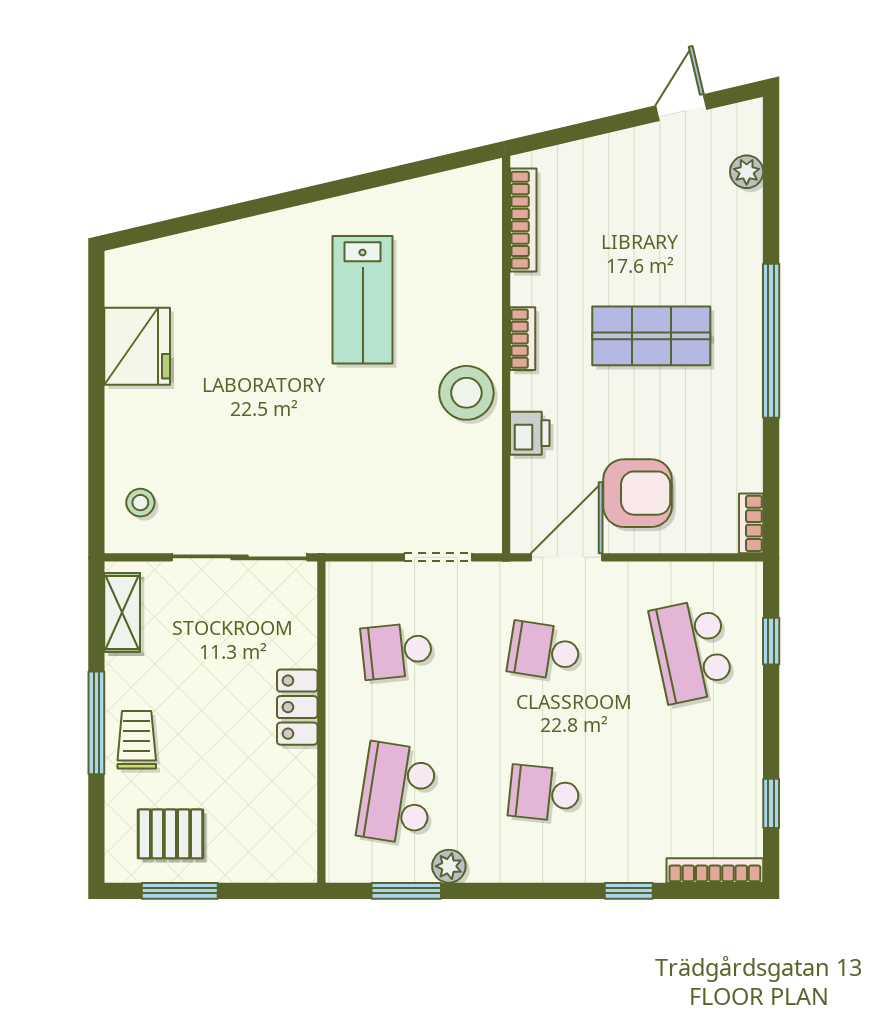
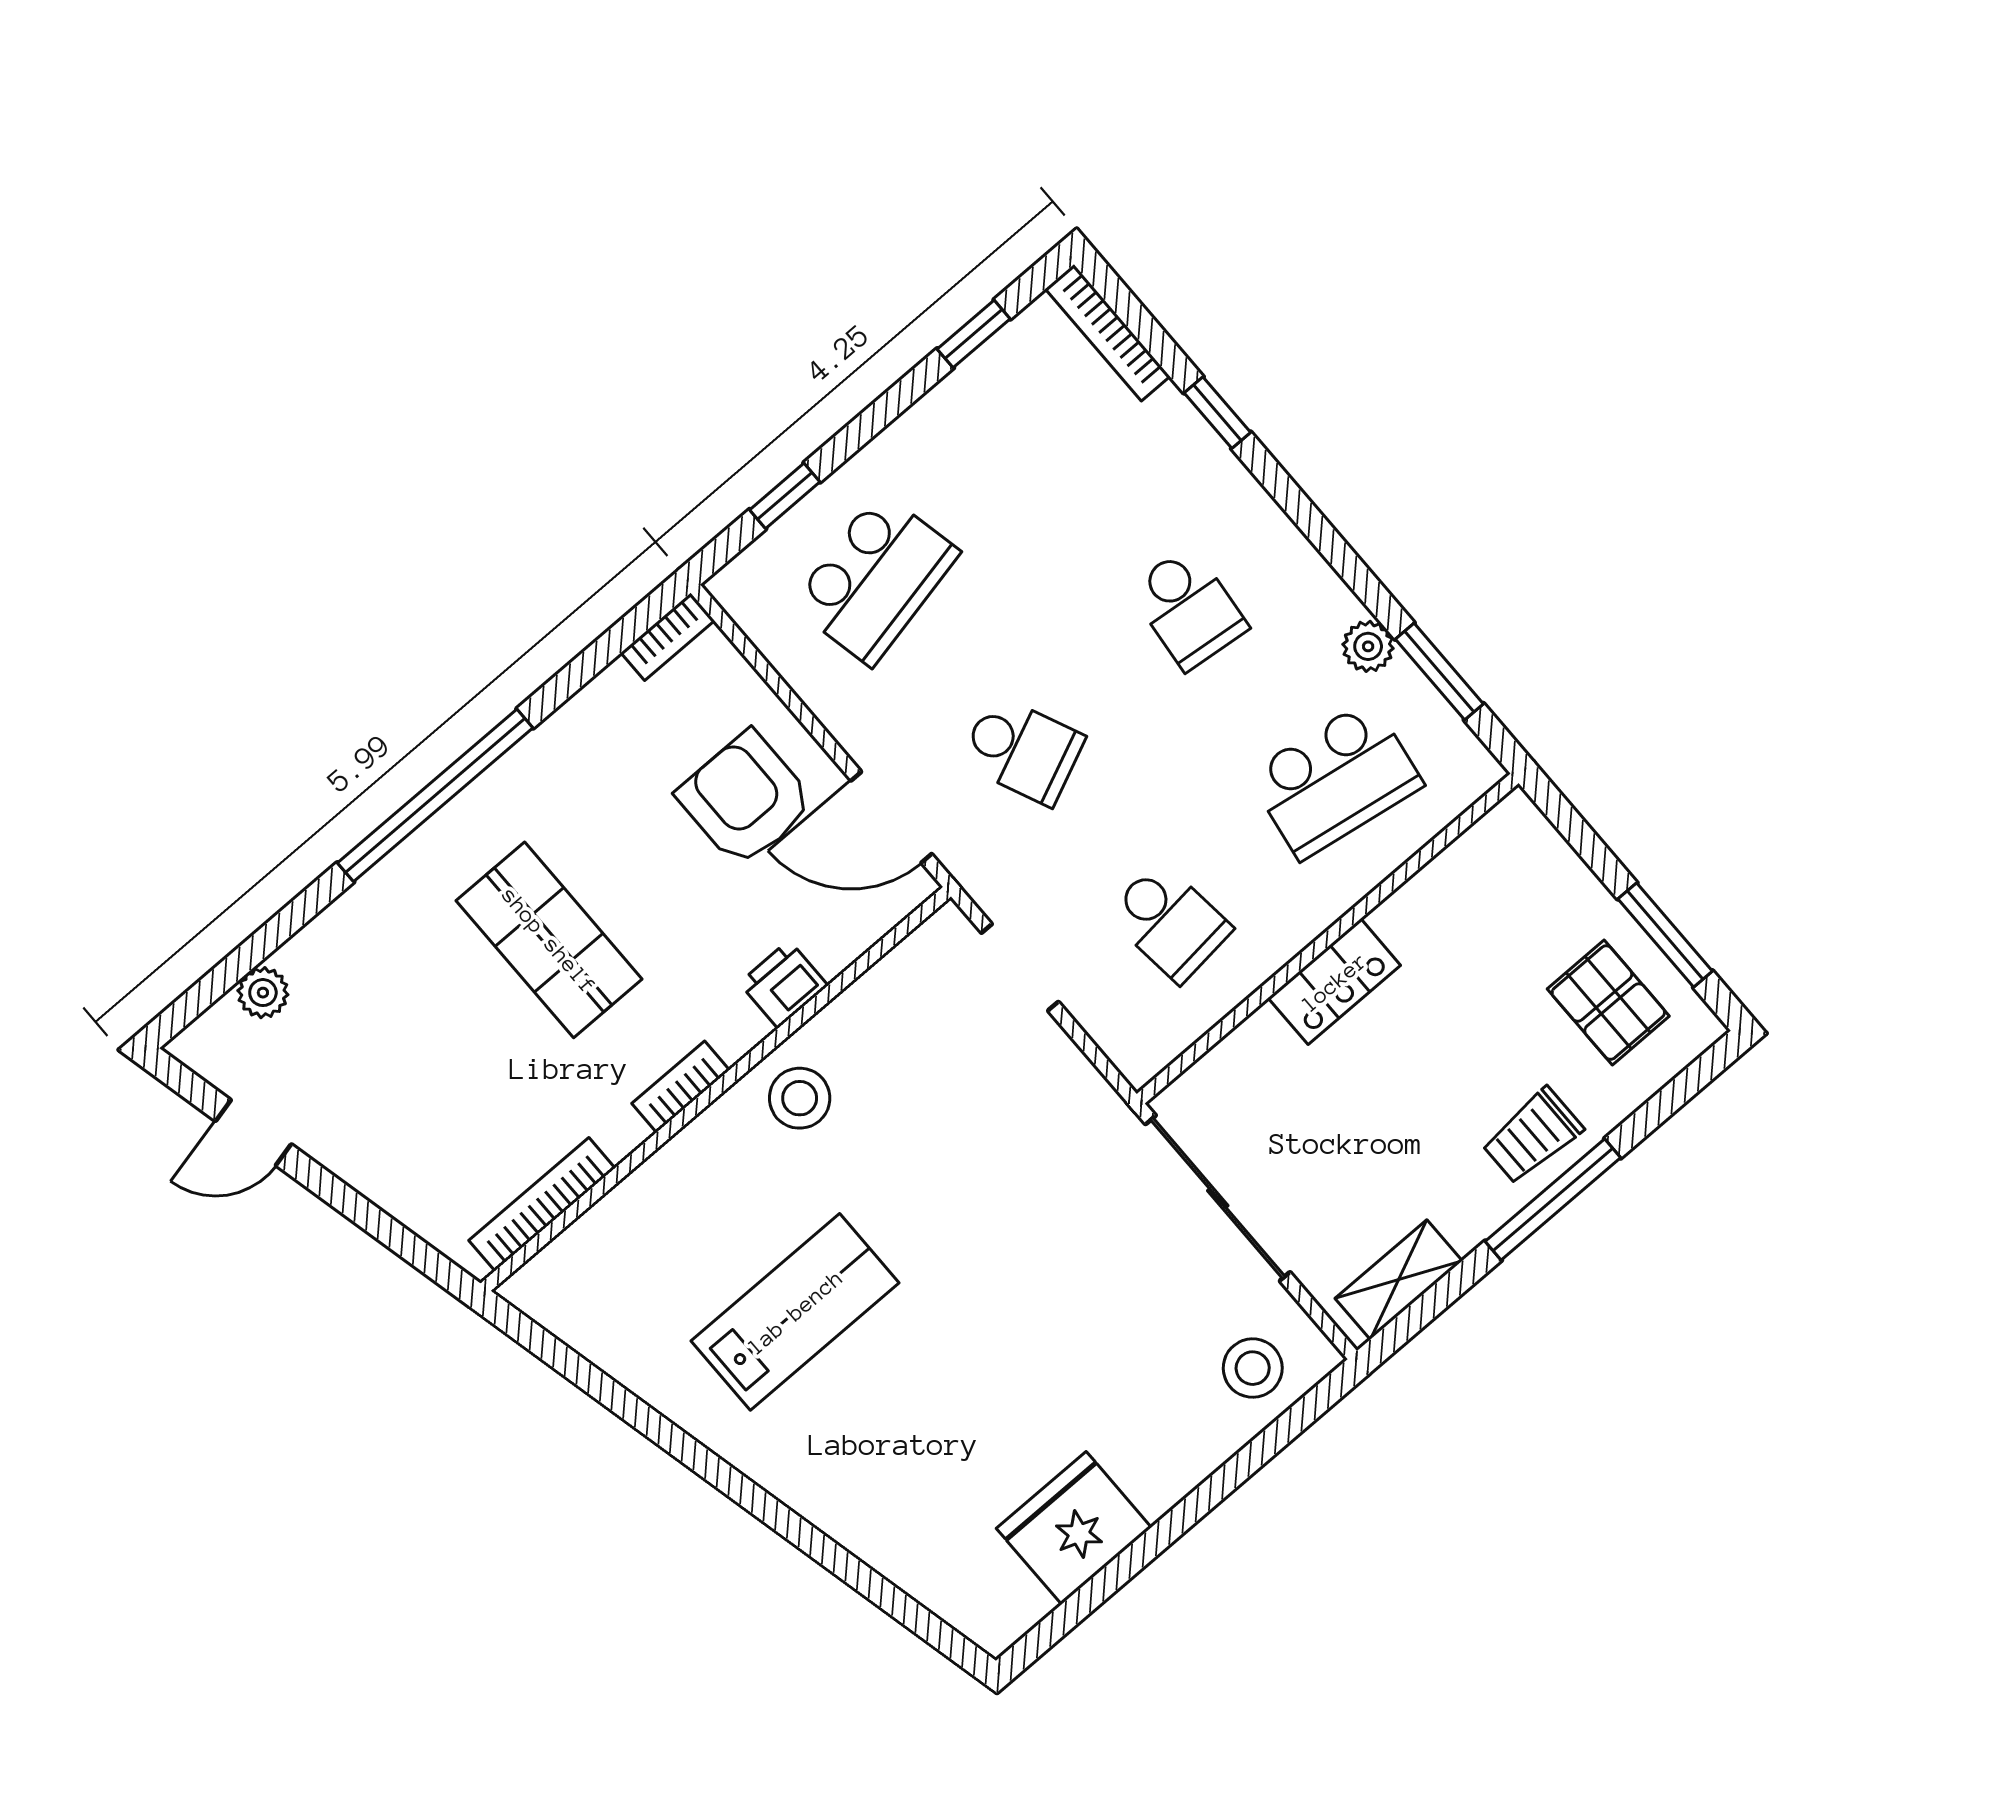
stool: (466, 393) -> (800, 1098), width x0.73, depth x0.73
stool: (140, 503) -> (1253, 1368), width x1.37, depth x1.37
school desk: (544, 651) -> (1022, 750), turned -33

